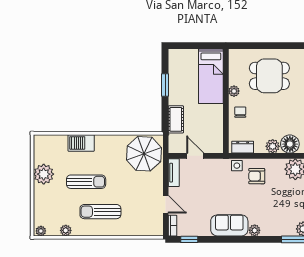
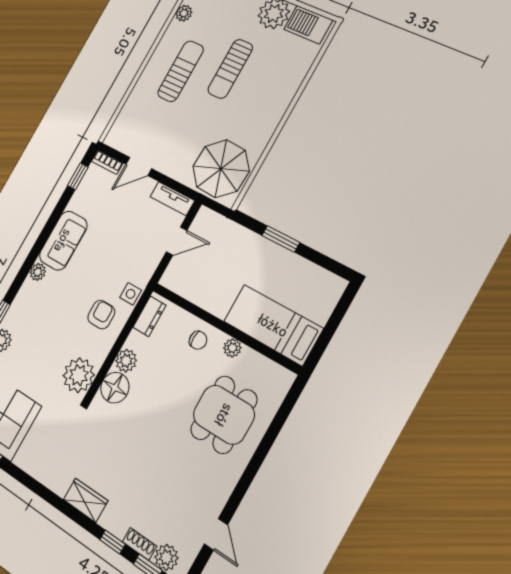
window: (165, 85) -> (281, 239), moved
cot: (176, 119) -> (242, 239), removed
barbecue: (81, 143) -> (308, 25), moved, turned -90

